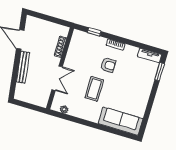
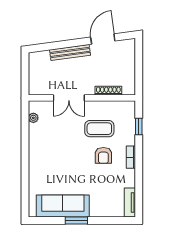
window: (160, 72) -> (76, 221), moved
coffee table: (94, 89) -> (99, 129), moved
sofa: (121, 121) -> (63, 206), moved, turned -90

